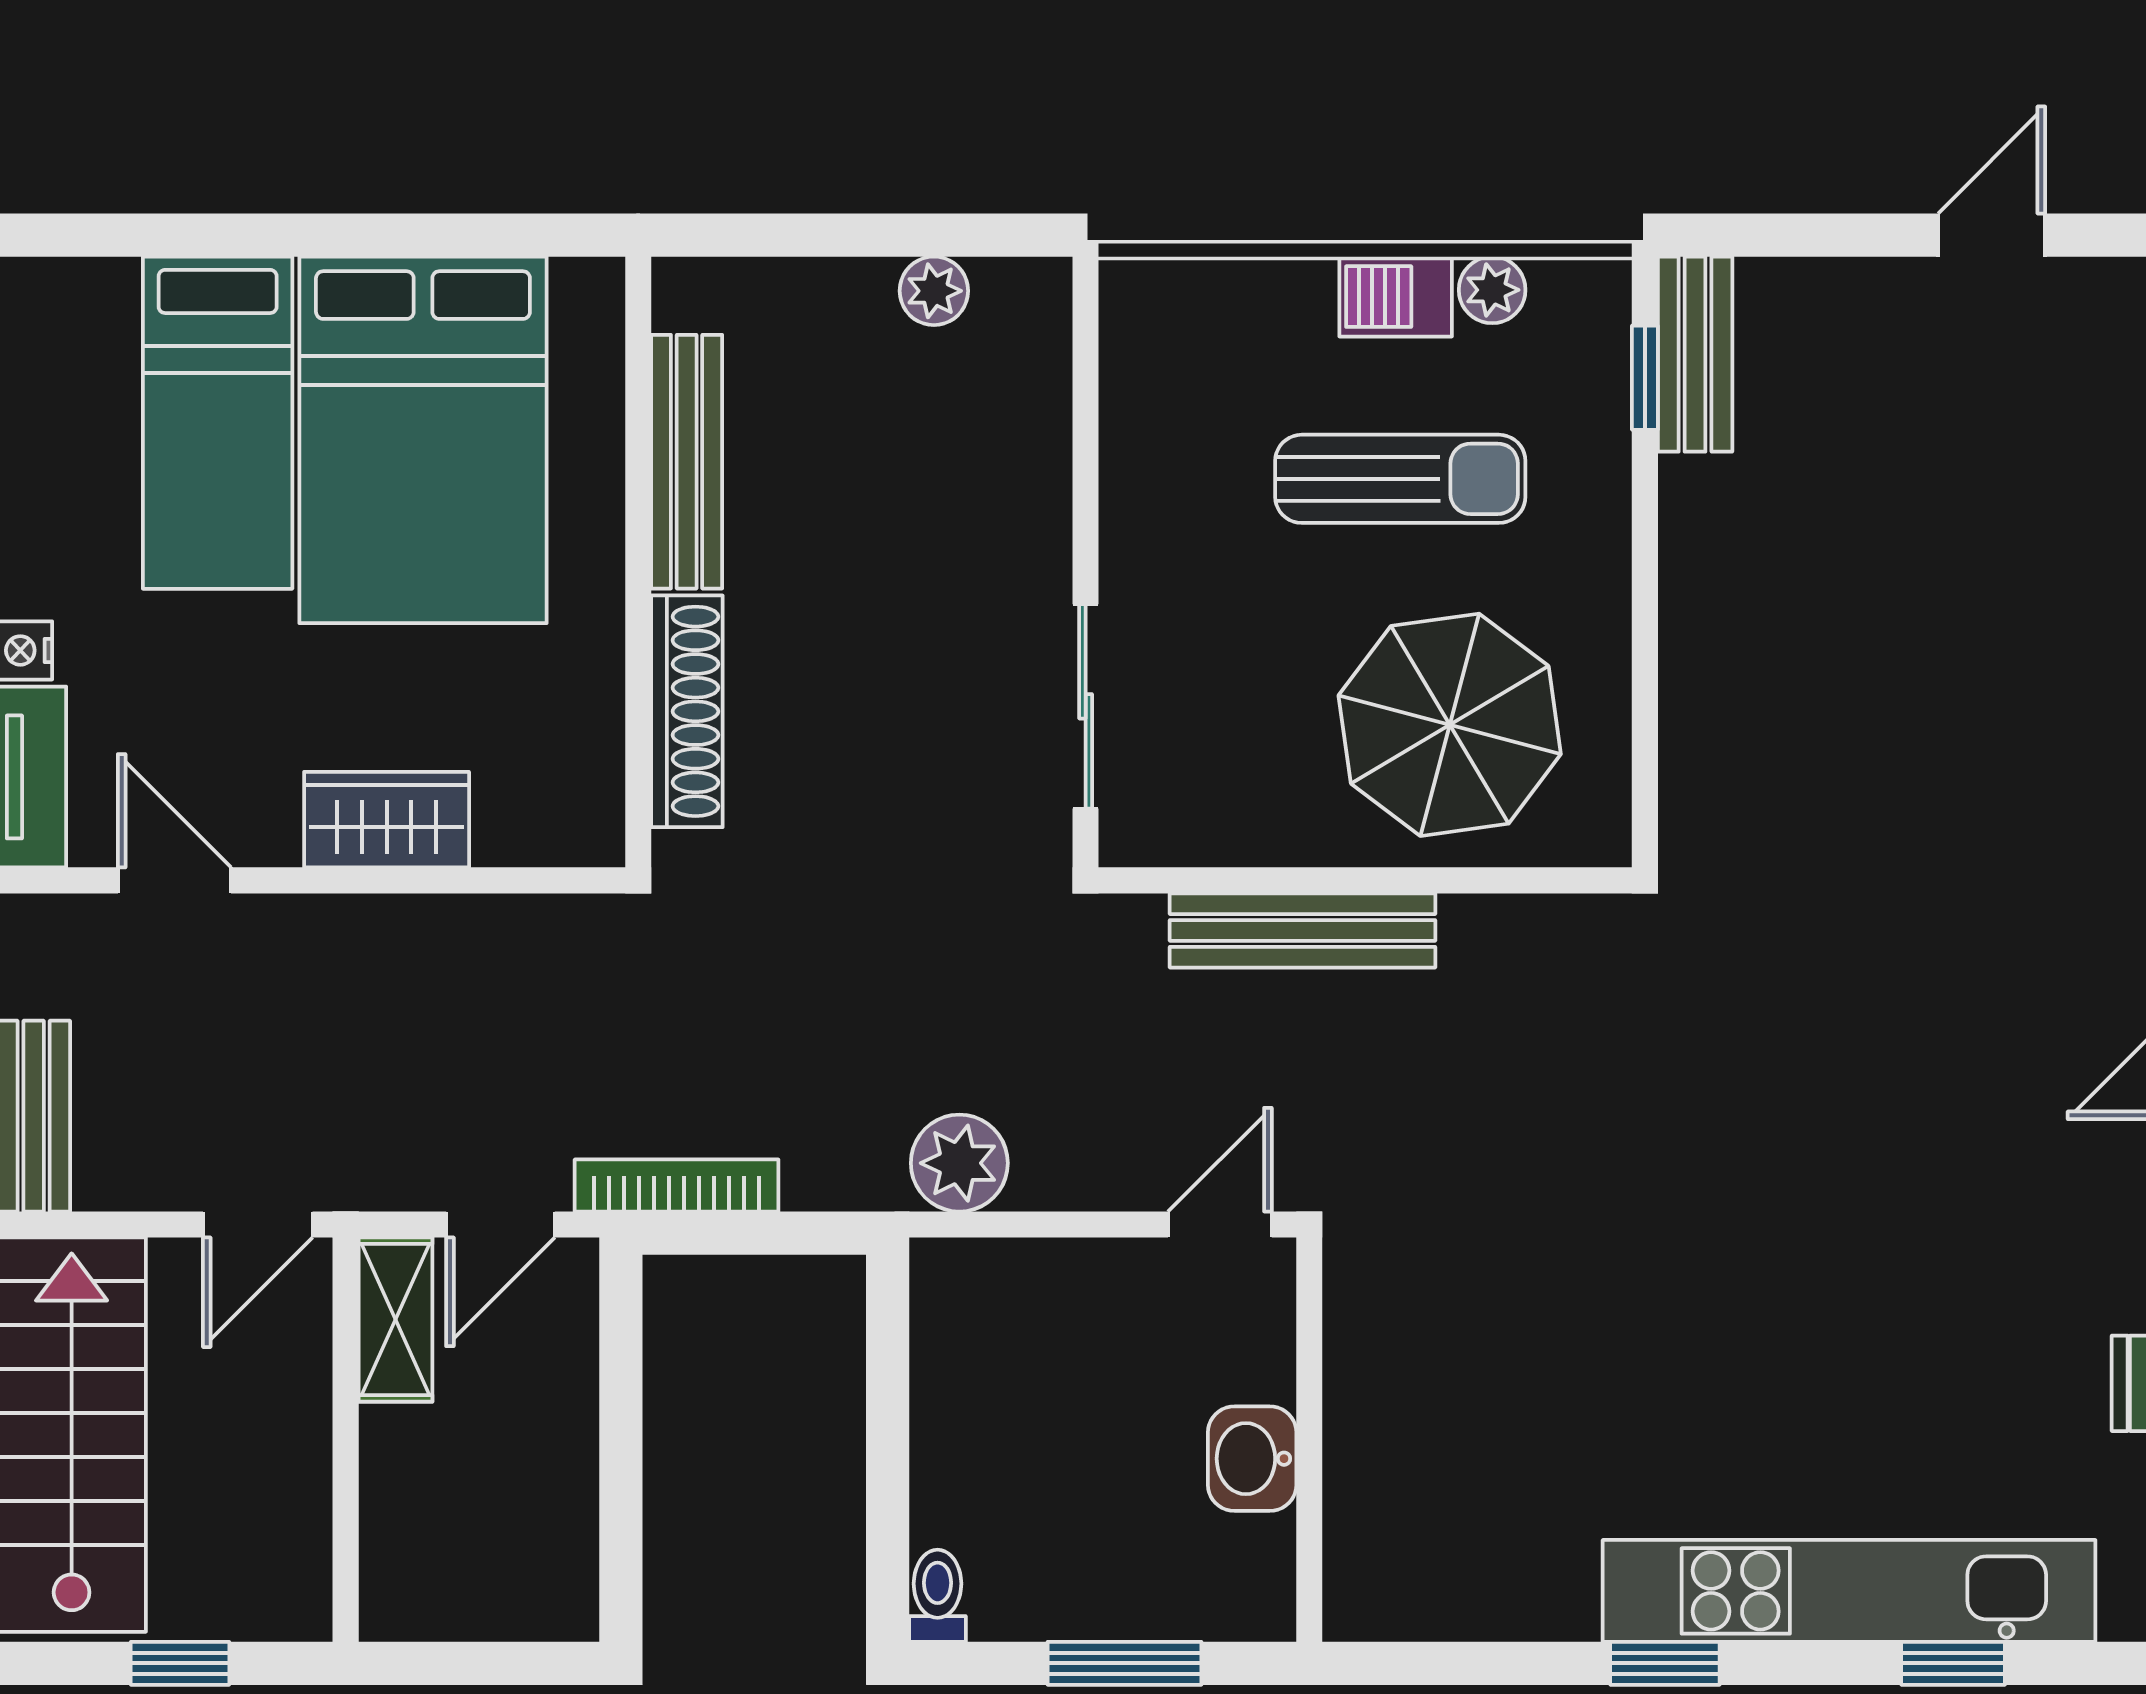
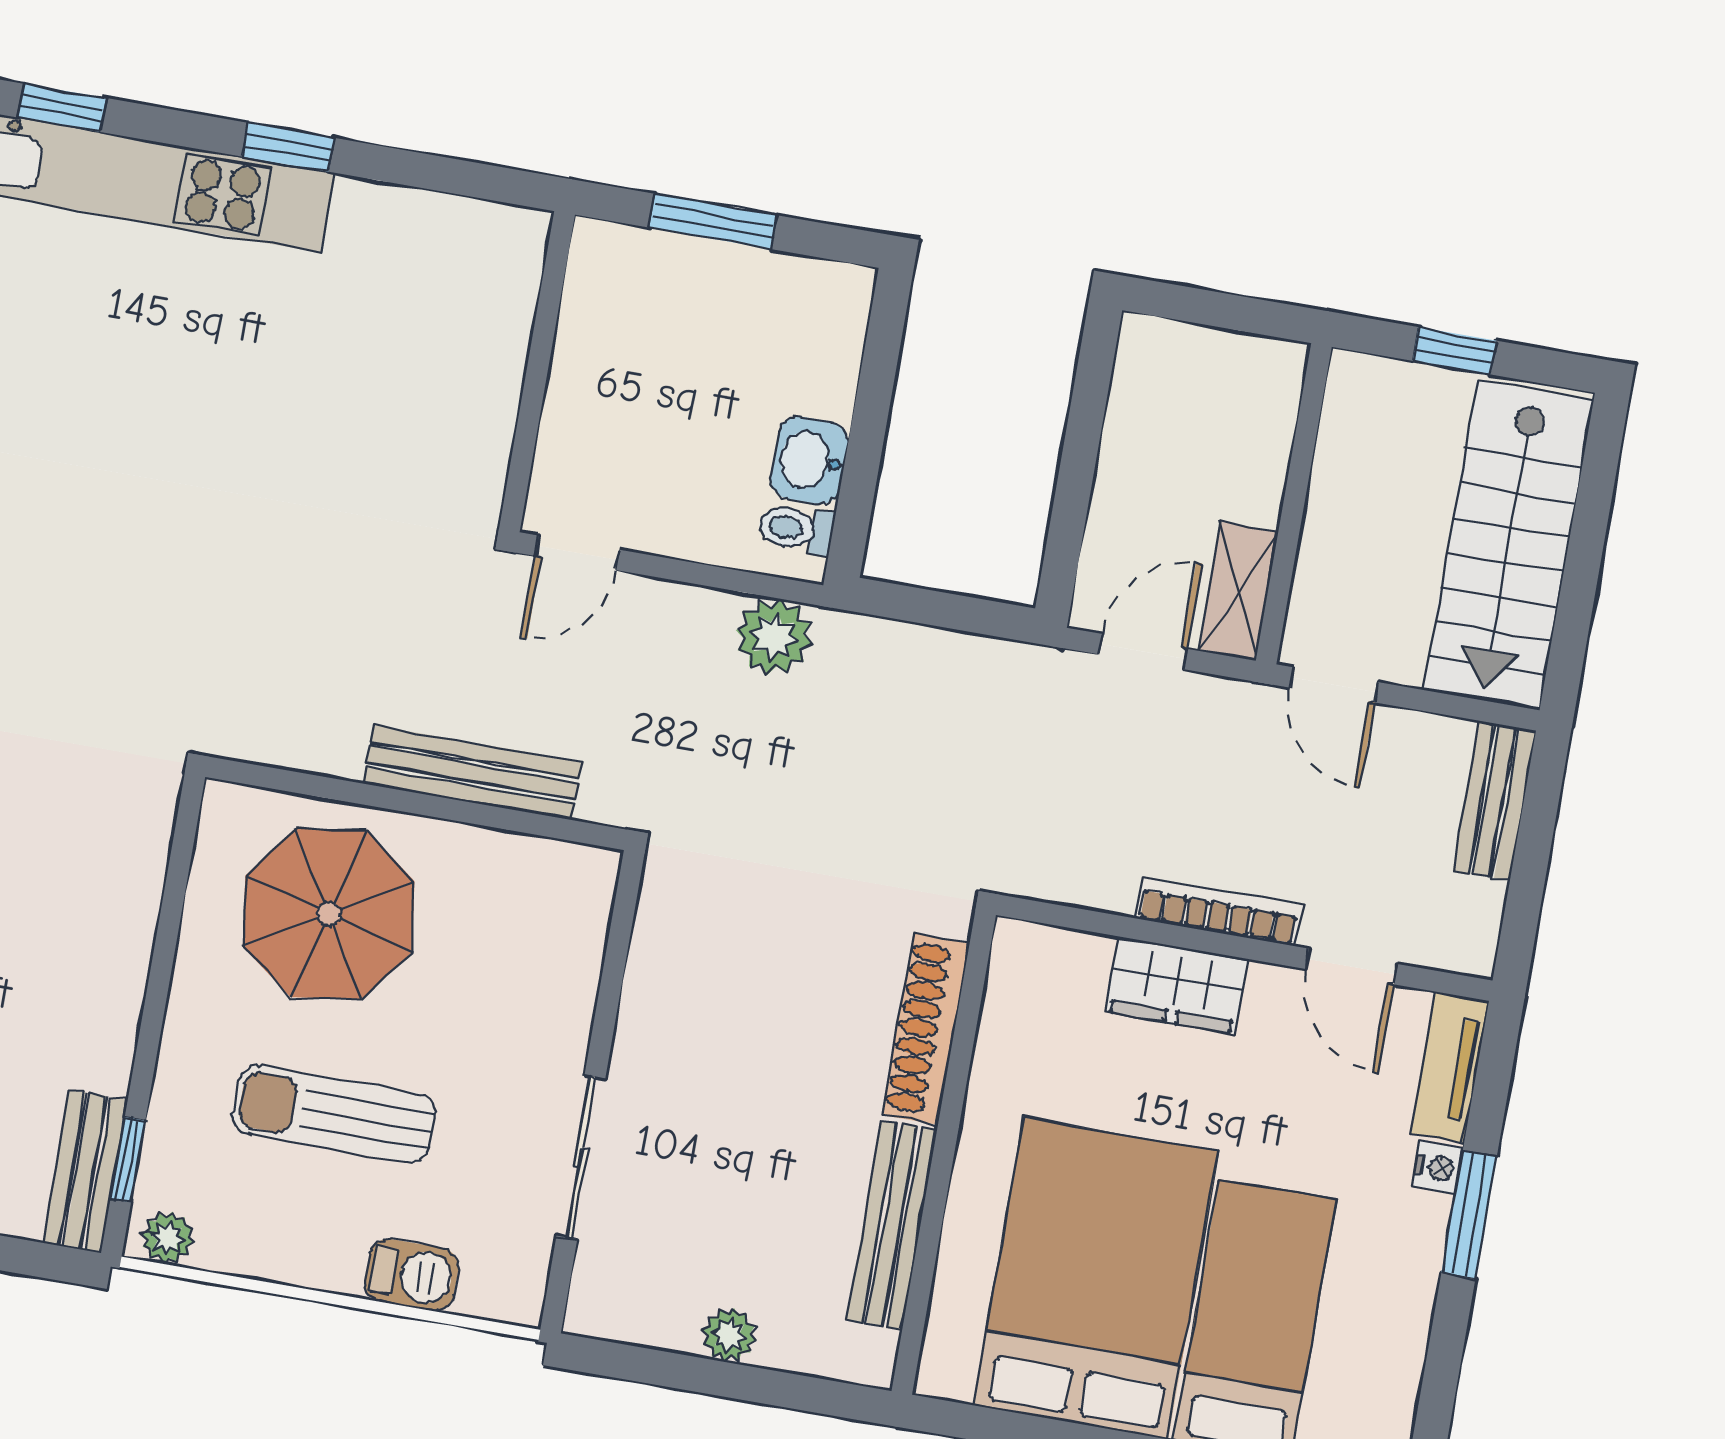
plant: (1492, 290) -> (168, 1238), moved
plant: (934, 291) -> (729, 1335), moved
barbecue: (1396, 297) -> (412, 1275), moved
sliding door: (1086, 706) -> (581, 1157), moved
bookcase: (677, 1186) -> (1219, 912), moved, turned 180
door: (258, 1225) -> (1333, 685), swing flipped
washbasin: (1252, 1459) -> (809, 460), moved, turned 180
toilet: (938, 1596) -> (796, 529), moved, turned 90

